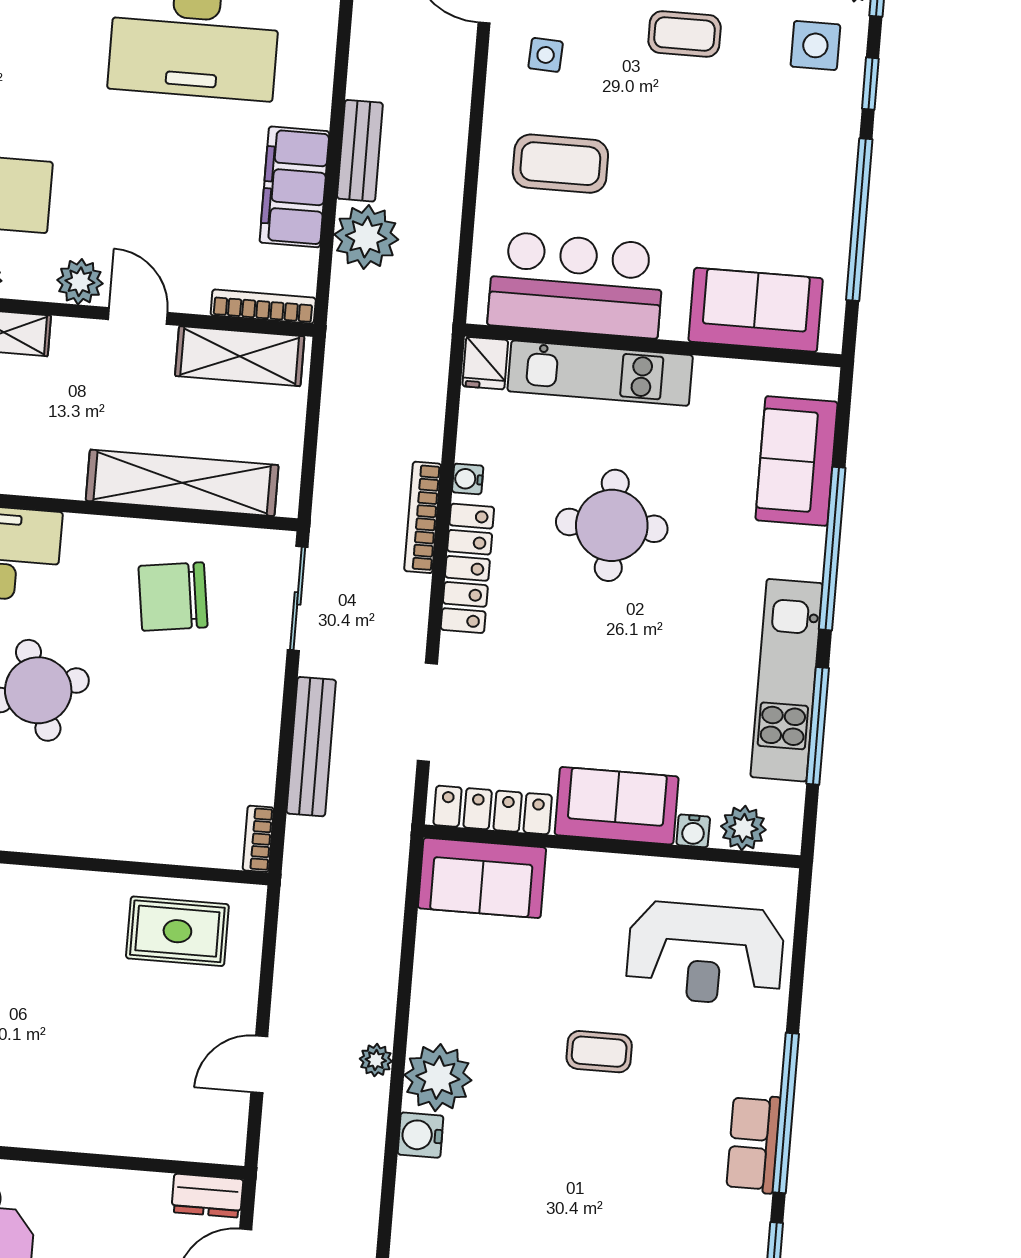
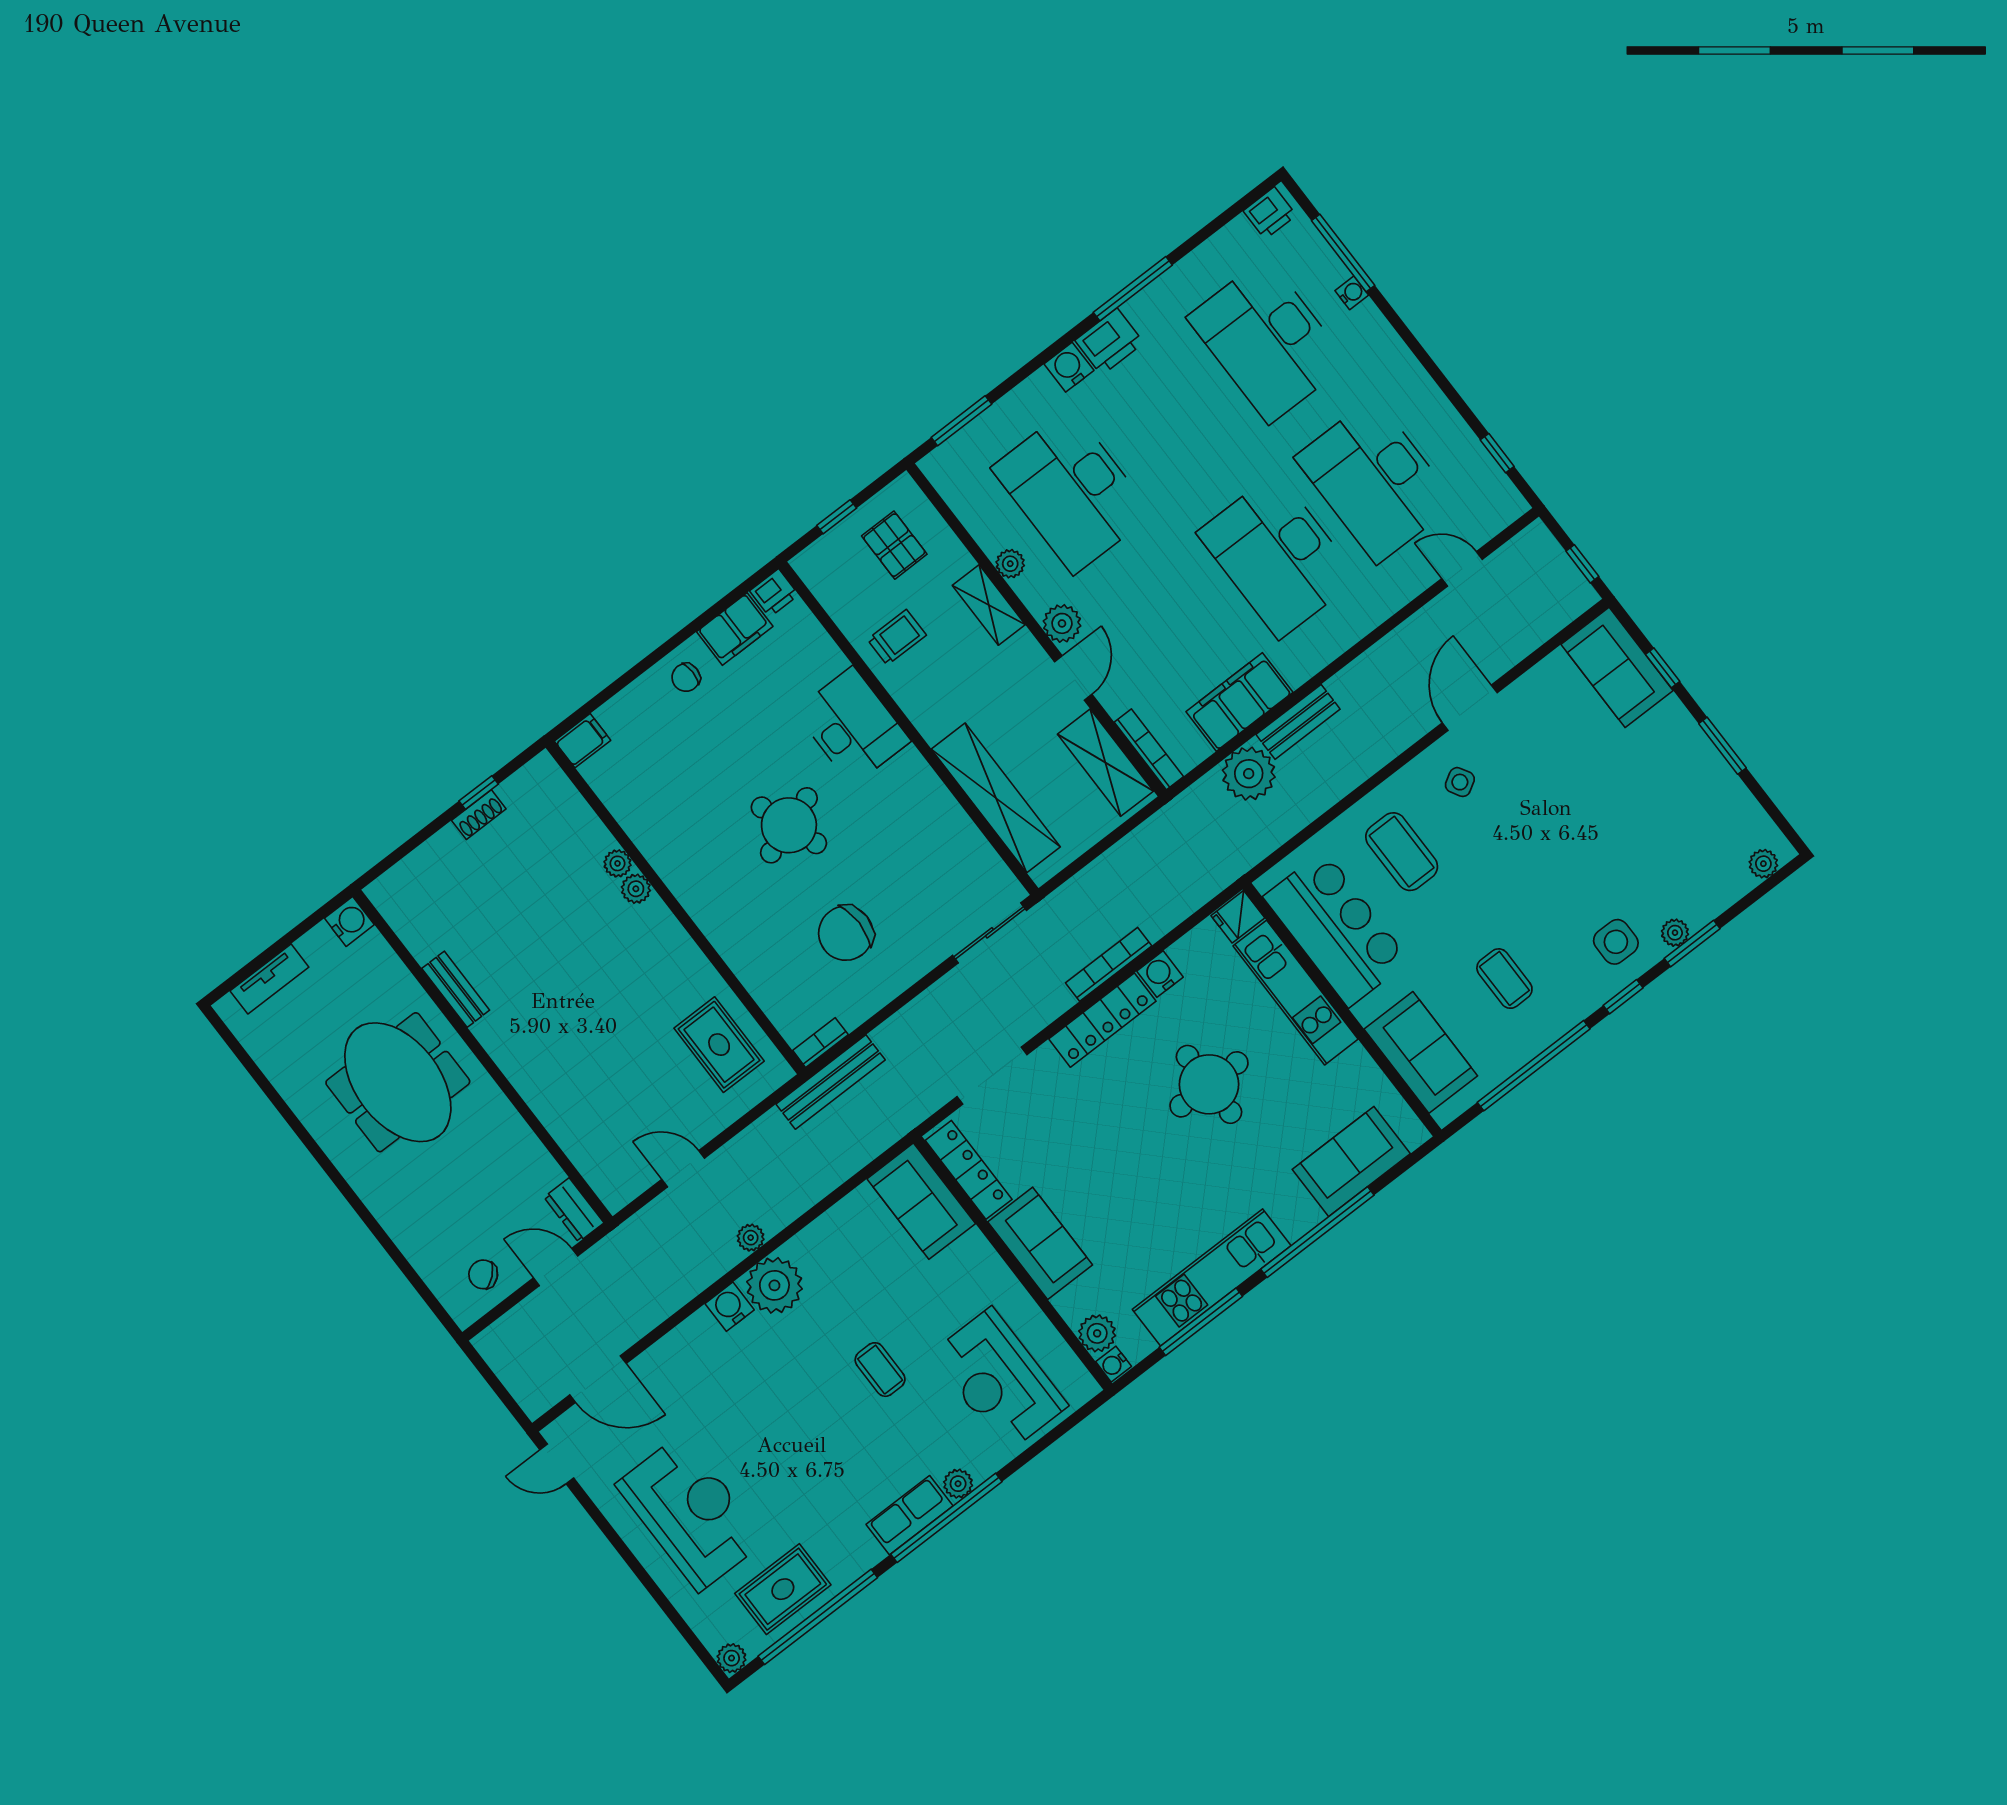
coffee table: (685, 34) -> (1504, 979), moved
side table: (546, 55) -> (1460, 782), turned -33
water cooler: (468, 479) -> (1160, 974), width x1.38, depth x1.38
chair: (173, 597) -> (846, 933), moved, turned -82
bench: (311, 747) -> (831, 1082), moved
water cooler: (693, 831) -> (1114, 1364), moved
plant: (765, 1075) -> (958, 1484), added

